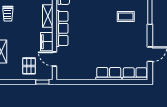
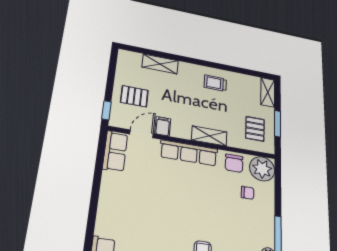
filing cabinet: (47, 42) -> (163, 126), width x0.50
row of seats: (109, 74) -> (115, 151), moved

